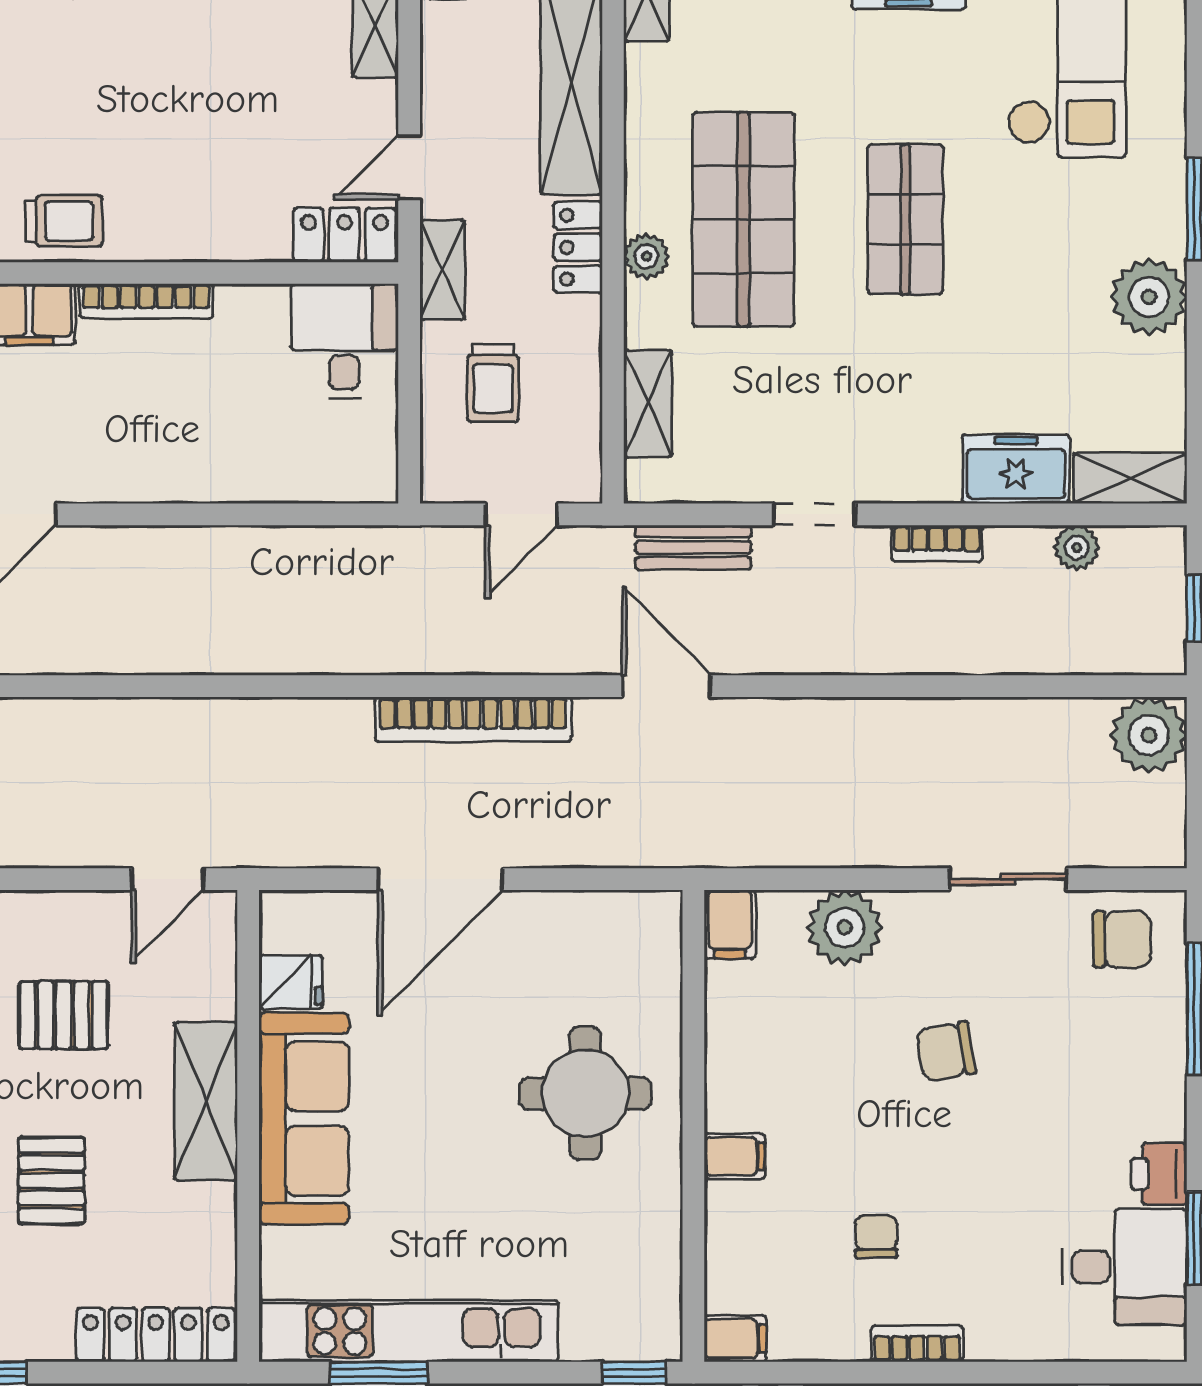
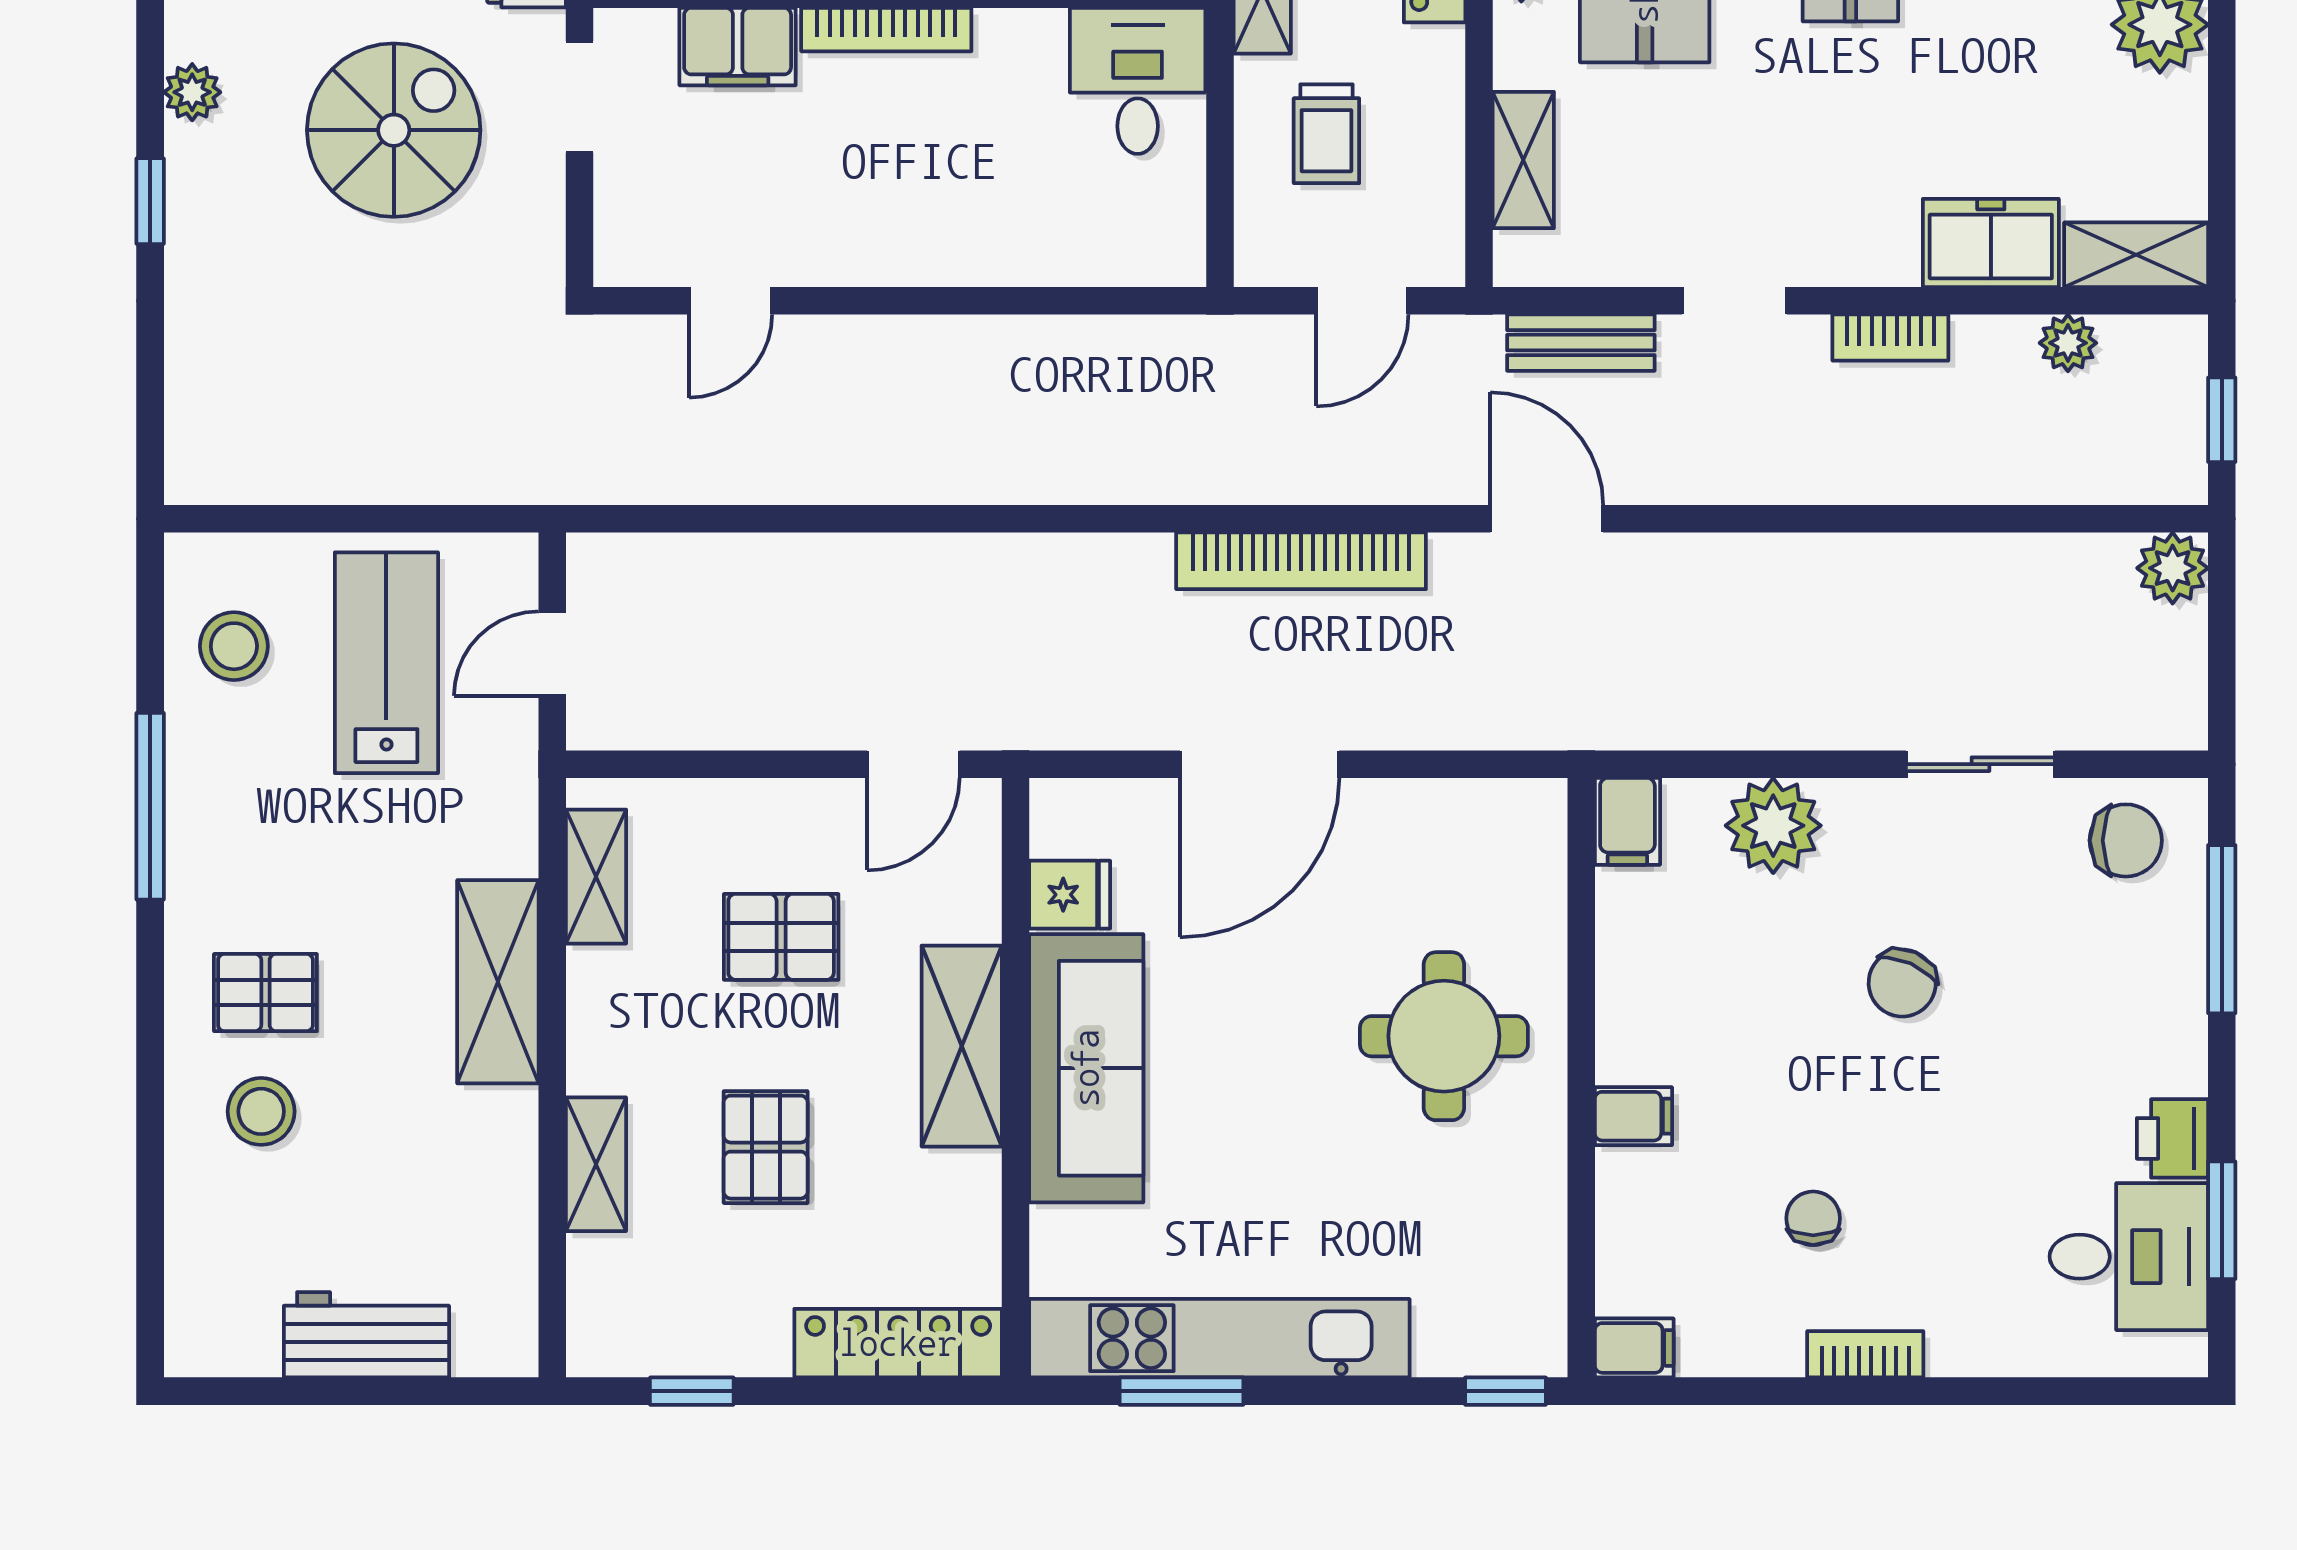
plant: (1149, 735) -> (2173, 568), width x0.73, depth x0.73
chair: (946, 1051) -> (1902, 983), turned -56

